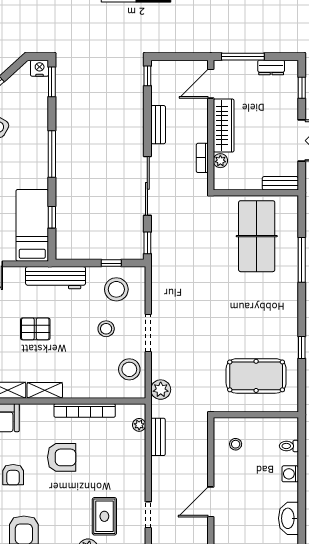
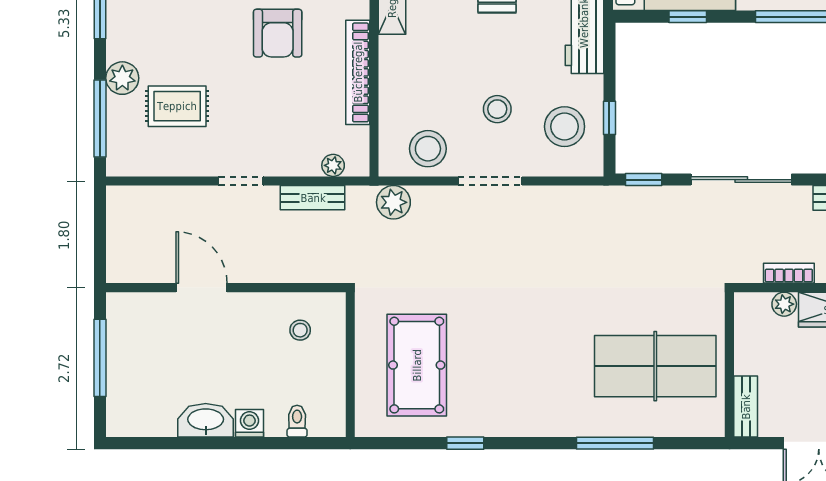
doorway: (148, 515) -> (241, 181), moved
washbasin: (288, 518) -> (206, 420), moved

